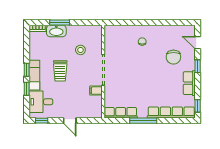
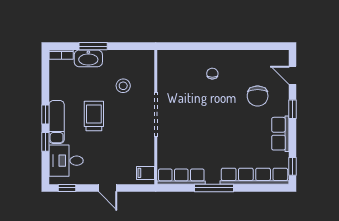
trolley: (60, 71) -> (94, 116), turned 180
filing cabinet: (96, 91) -> (145, 173), moved

